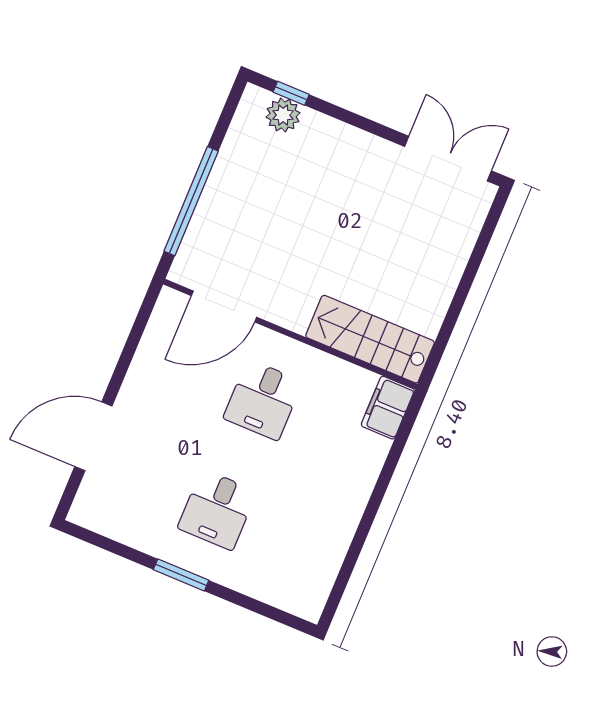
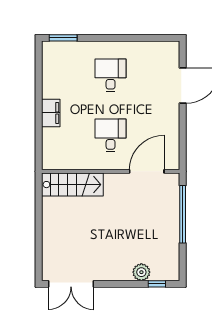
plant: (283, 115) -> (141, 272), moved
filing cabinet: (388, 408) -> (51, 113), moved
window: (181, 575) -> (63, 38), moved

